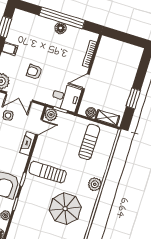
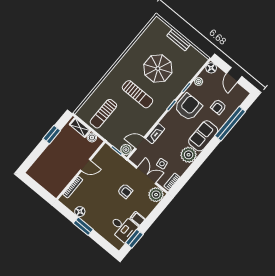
window: (62, 18) -> (83, 226), width x0.47
floor lamp: (61, 28) -> (80, 212), moved
desk: (66, 97) -> (123, 228), moved, turned 180
sun lounger: (48, 172) -> (137, 94), moved
plant: (95, 184) -> (113, 77), removed
parasol: (65, 209) -> (158, 69), moved

